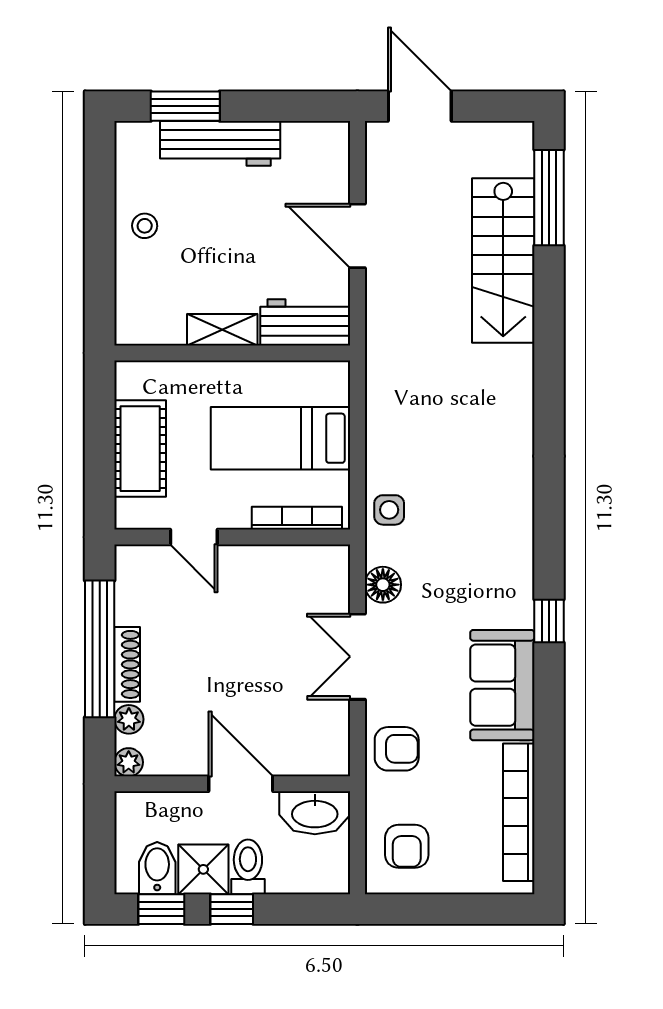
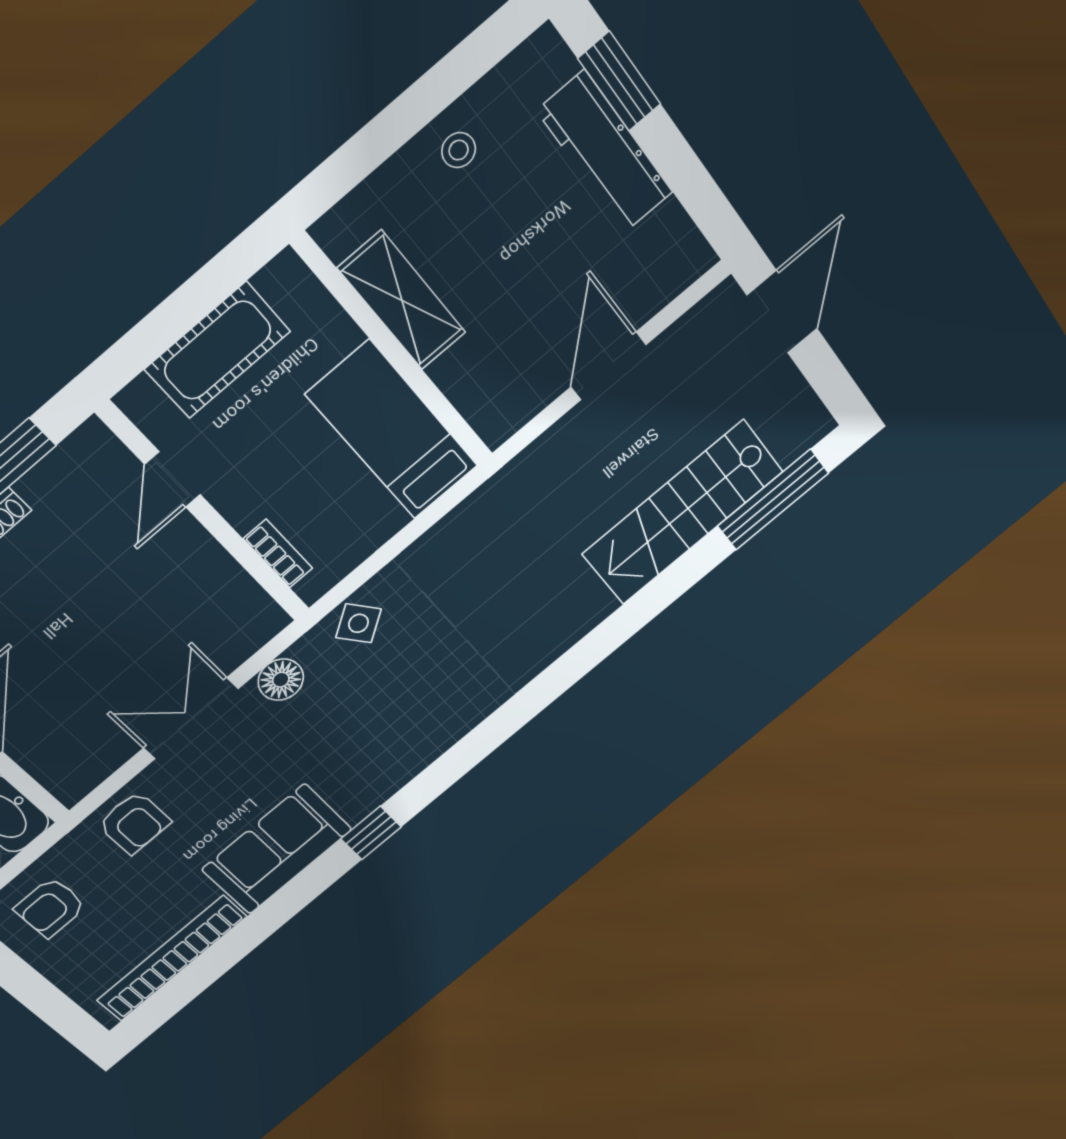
workbench: (305, 322) -> (482, 393), removed
shelving: (222, 330) -> (402, 301), width x1.50, depth x1.33
bed: (280, 438) -> (393, 431), moved
side table: (389, 510) -> (358, 623), turned -36
bookcase: (297, 518) -> (278, 554), width x0.64

